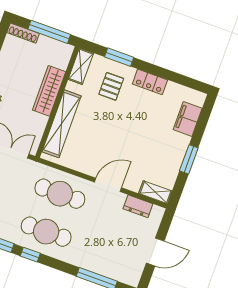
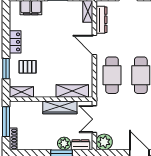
wardrobe: (49, 91) -> (60, 107), moved
shelving: (62, 124) -> (72, 91), width x0.68
dresser: (138, 206) -> (101, 20), width x1.44

